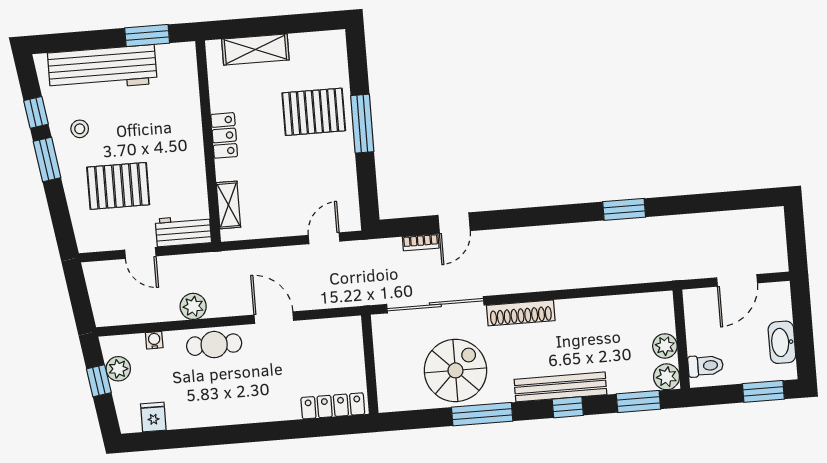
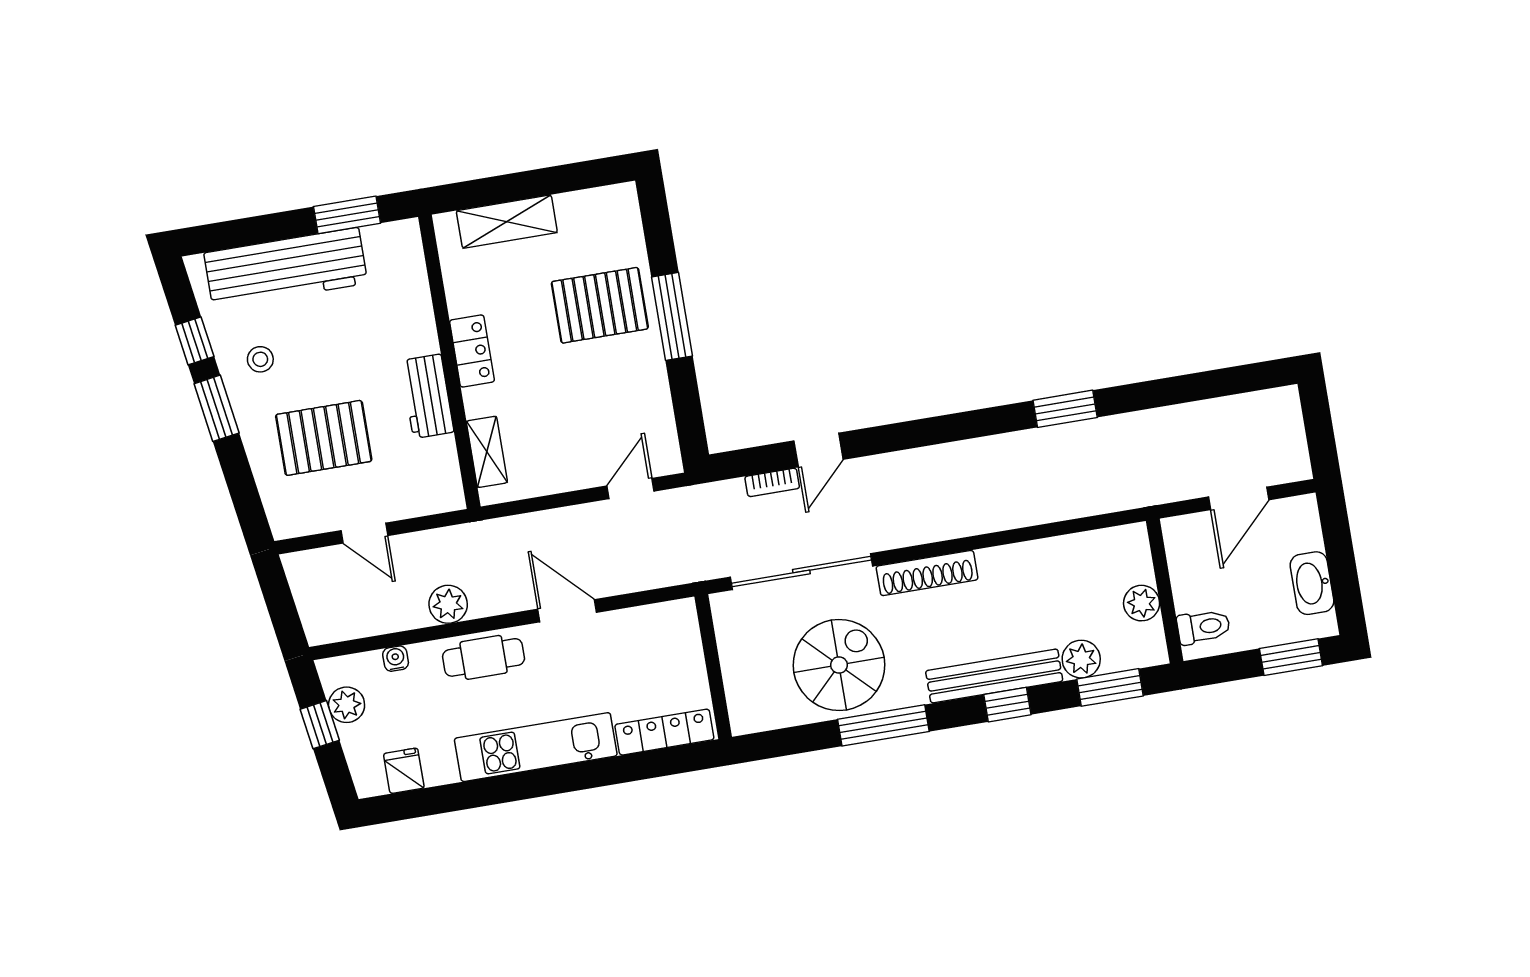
workbench: (183, 231) -> (427, 396), moved, turned -90
plant: (667, 377) -> (1081, 659), moved
kitchen unit: (244, 409) -> (536, 747), added

